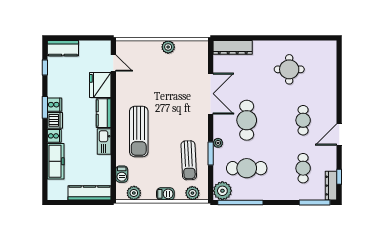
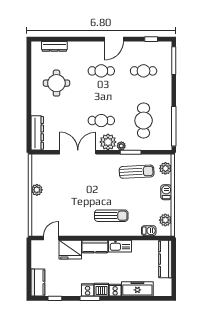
cafe table: (247, 120) -> (101, 121), width x0.73, depth x0.74
sun lounger: (139, 132) -> (111, 216), width x0.73, depth x0.75
door: (339, 135) -> (114, 39), hinge flipped
dresser: (331, 186) -> (54, 46), moved
plant: (222, 191) -> (108, 142), moved

